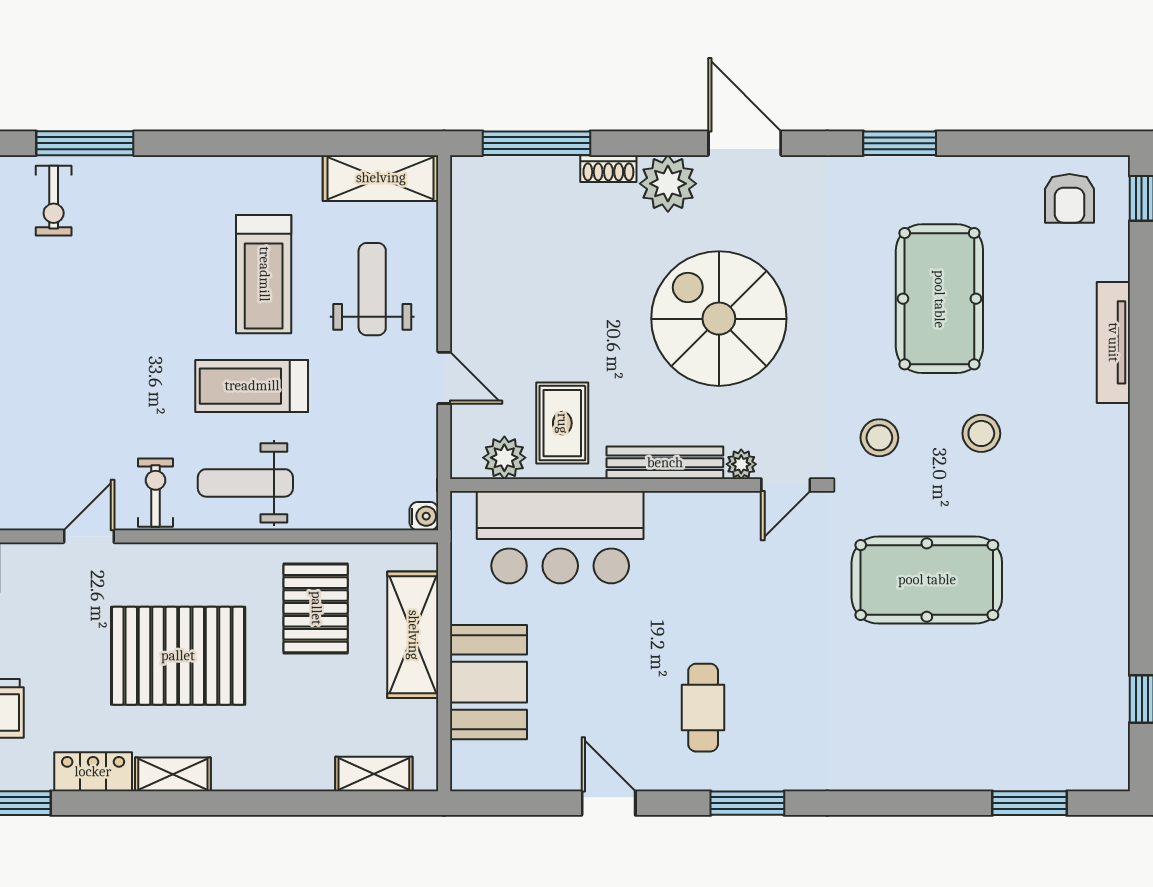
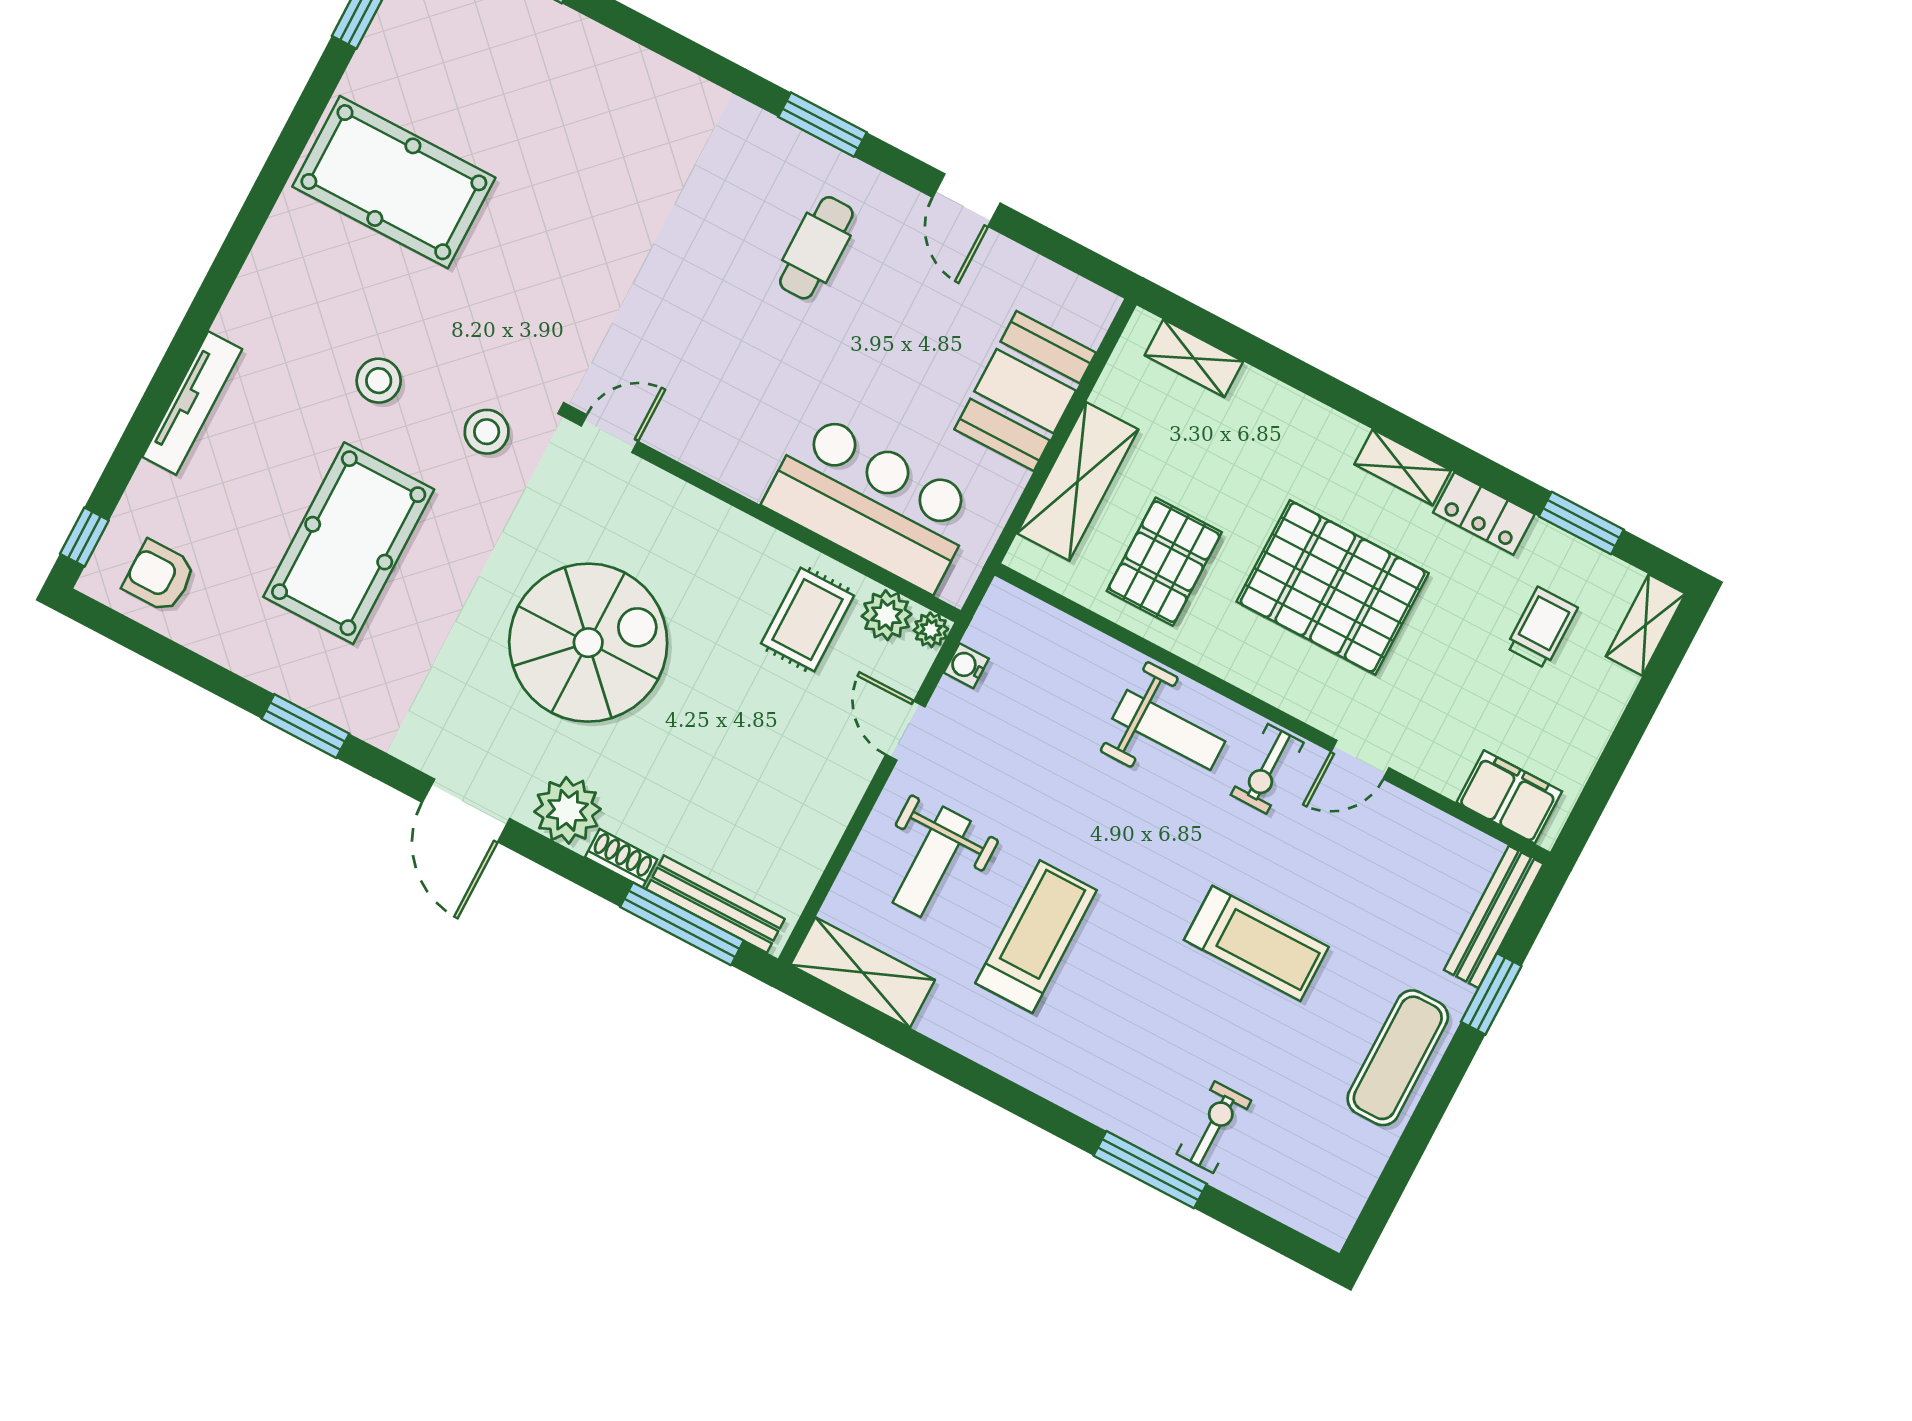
armchair: (1069, 198) -> (159, 576), turned -90
spiral stairs: (719, 319) -> (588, 643), turned -90
treadmill: (252, 386) -> (1256, 943), moved
bench: (665, 463) -> (715, 904), moved
plant: (741, 464) -> (931, 630), moved
water cooler: (424, 516) -> (966, 666), moved
pool table: (927, 580) -> (394, 182), moved

